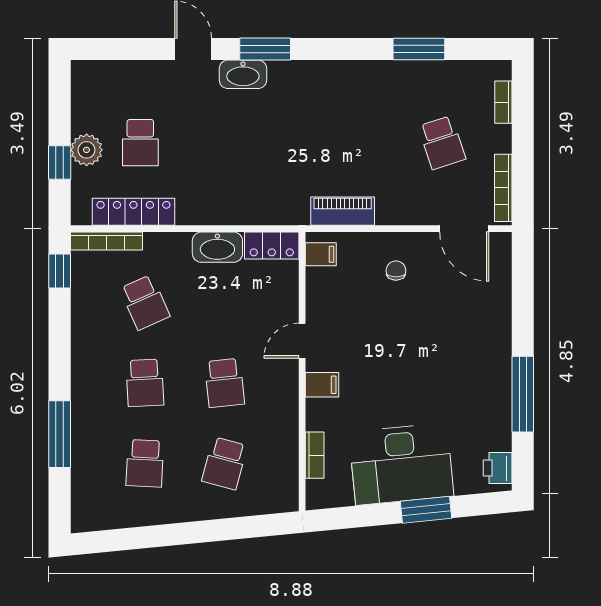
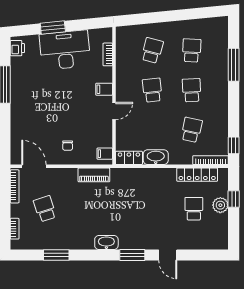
washbasin: (243, 74) -> (106, 242), moved
school desk: (145, 302) -> (192, 130), turned 36

